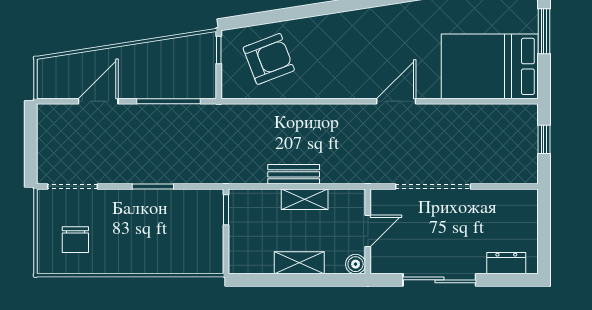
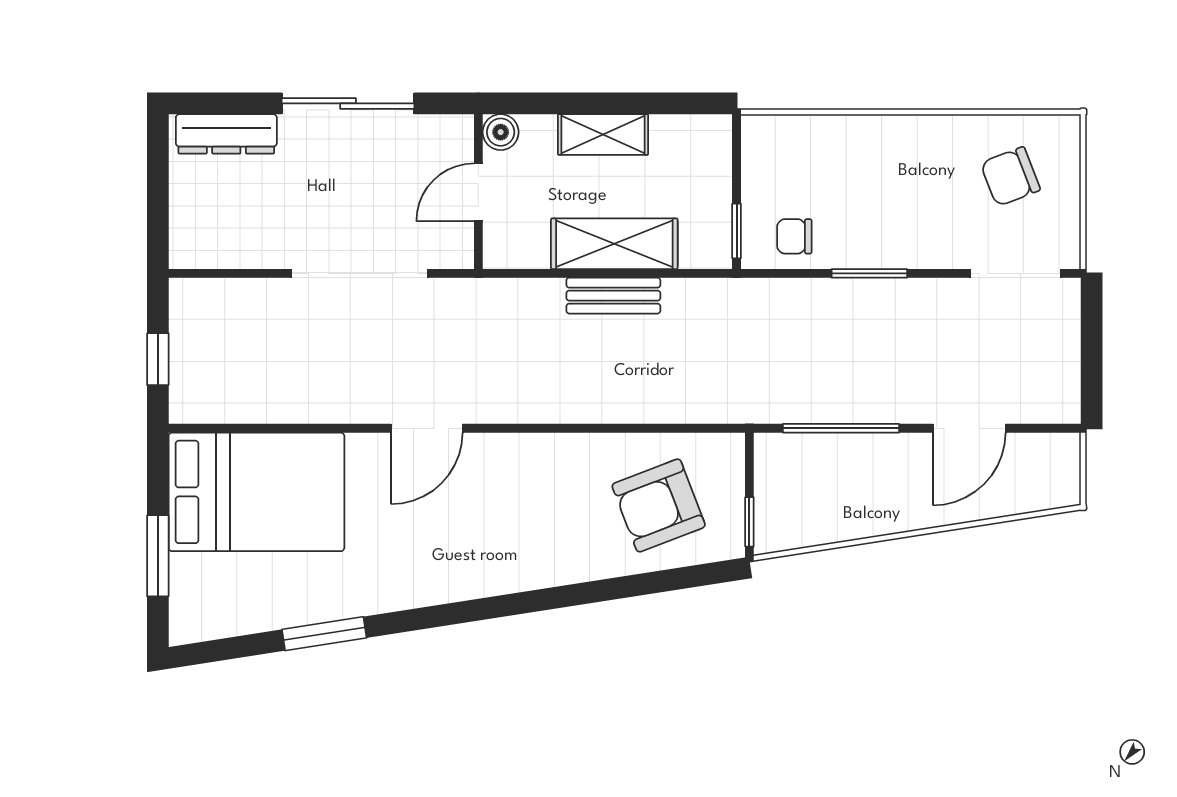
shelving: (305, 199) -> (614, 244), width x1.50, depth x1.33
chair: (194, 207) -> (794, 236), added
chair: (75, 240) -> (1010, 176), turned -111
dresser: (506, 263) -> (226, 134), width x1.44

